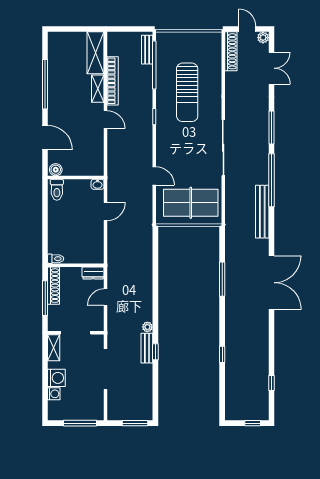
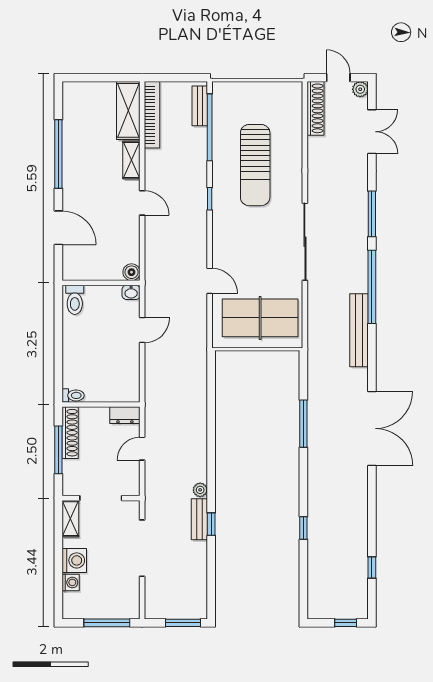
bookcase: (113, 81) -> (152, 115), moved
boiler: (56, 170) -> (132, 272), moved

